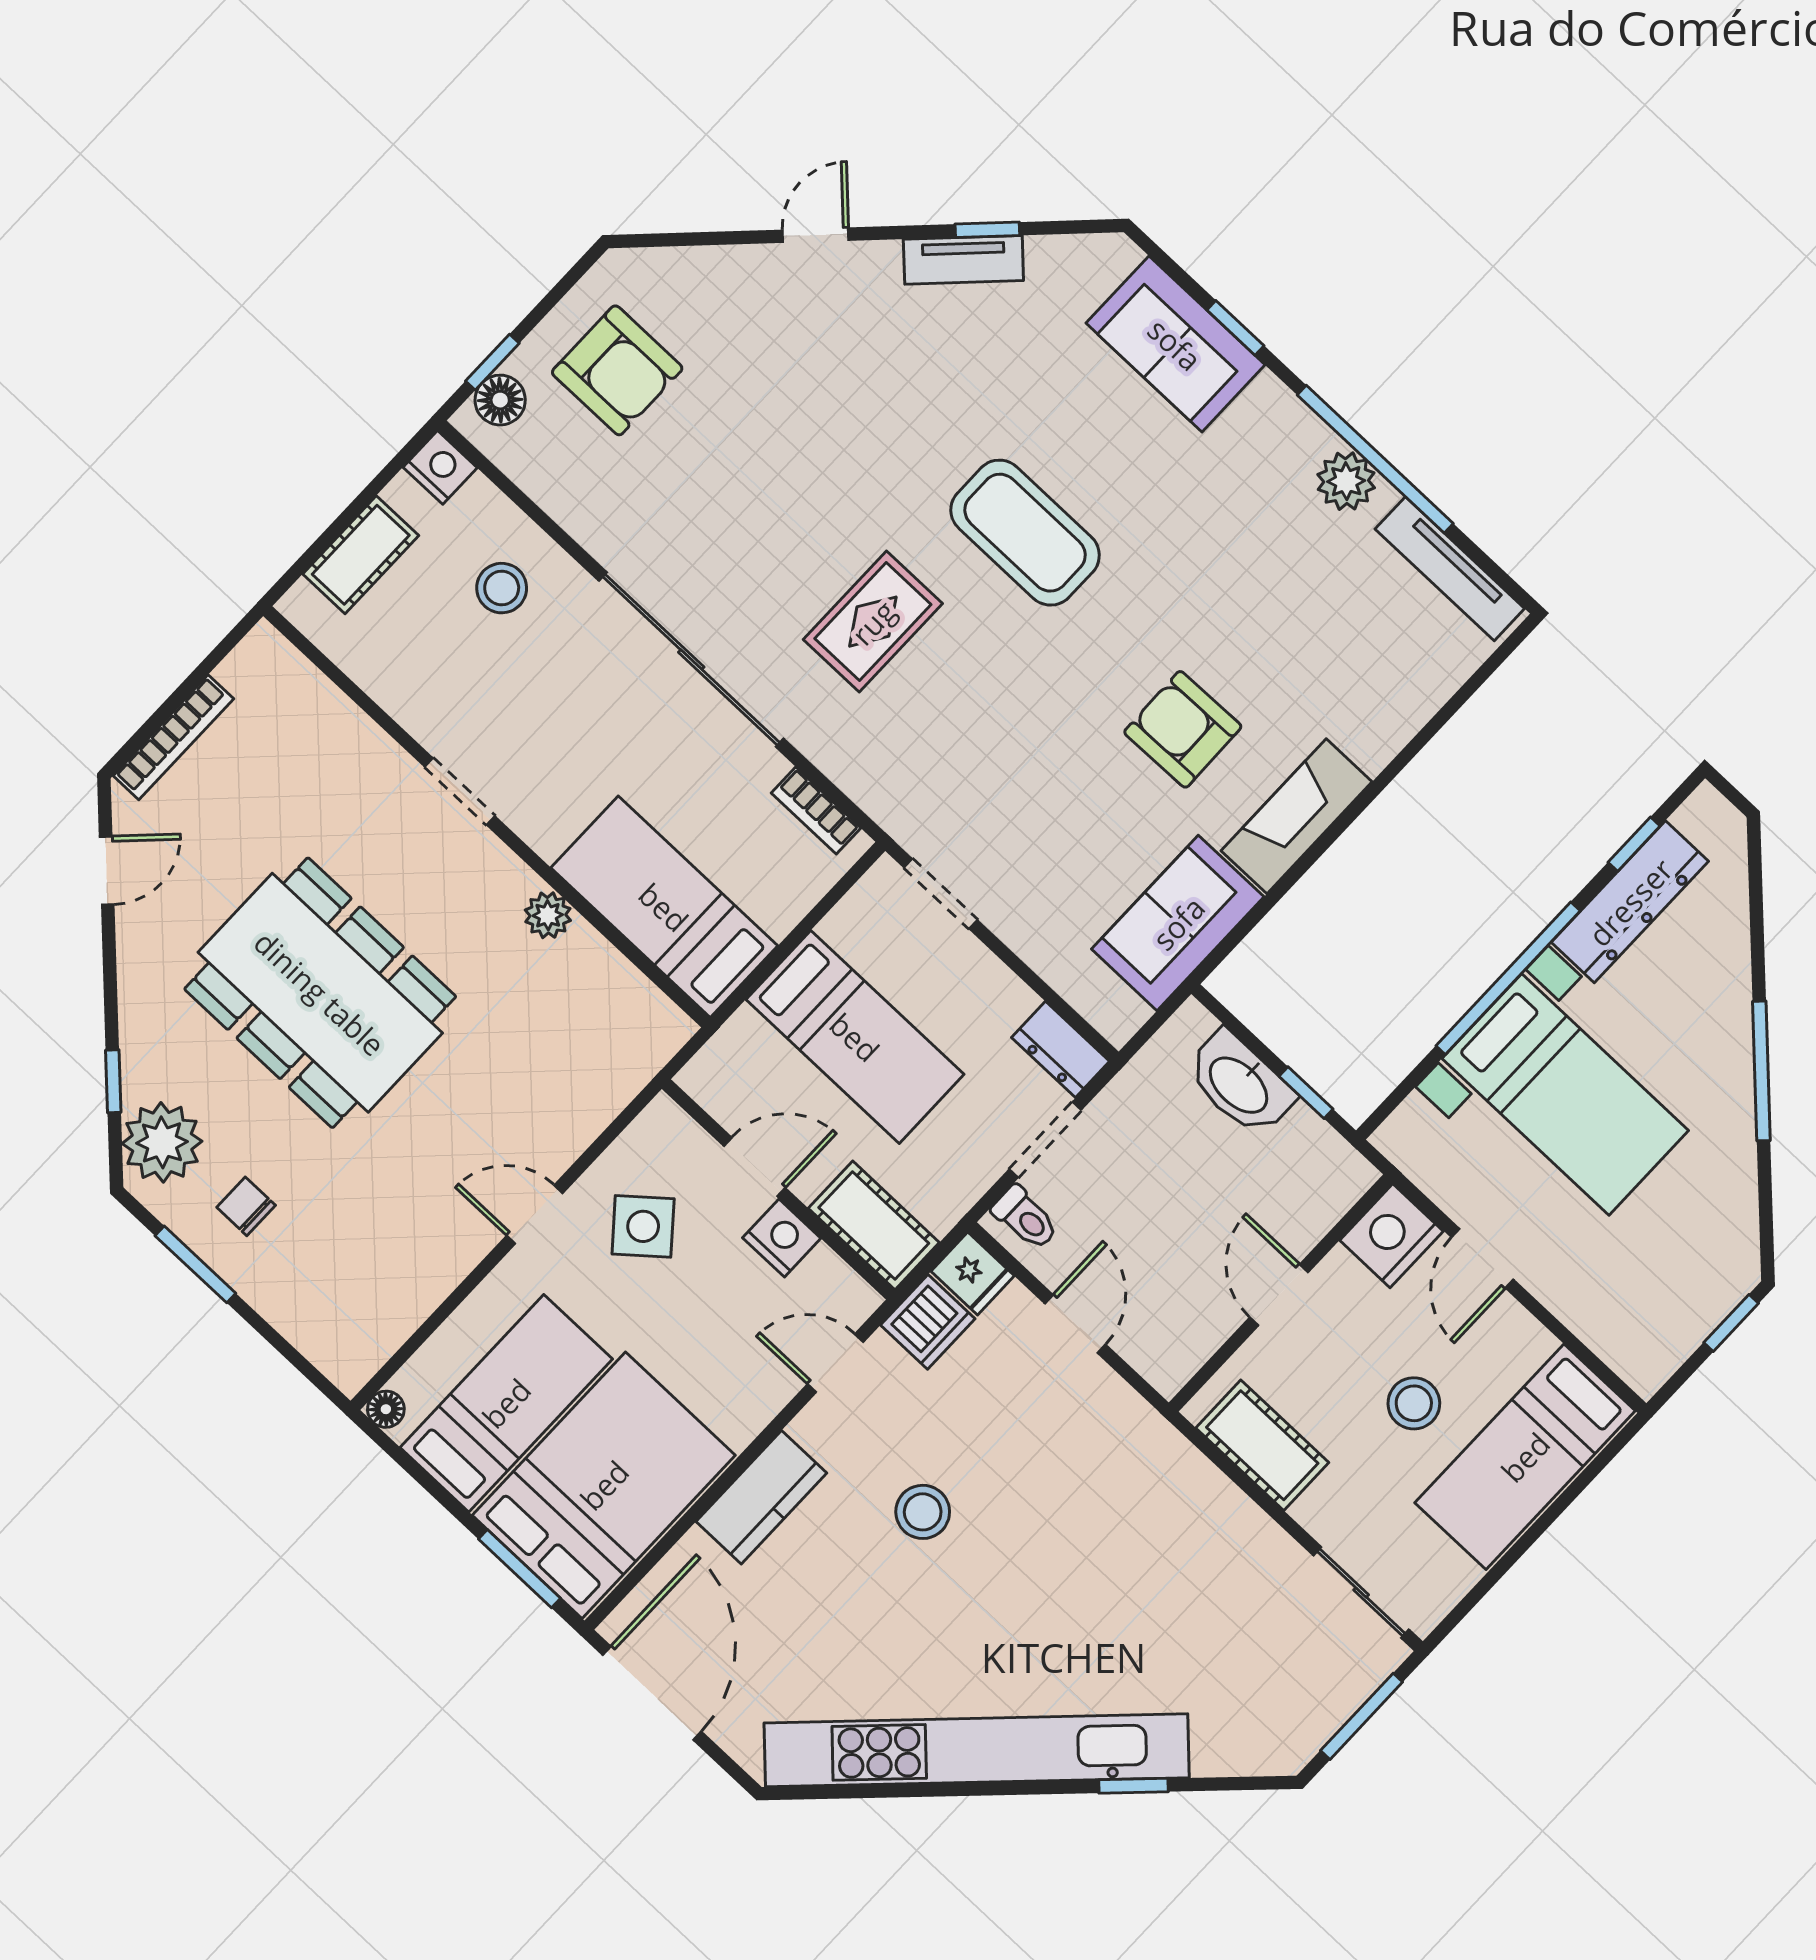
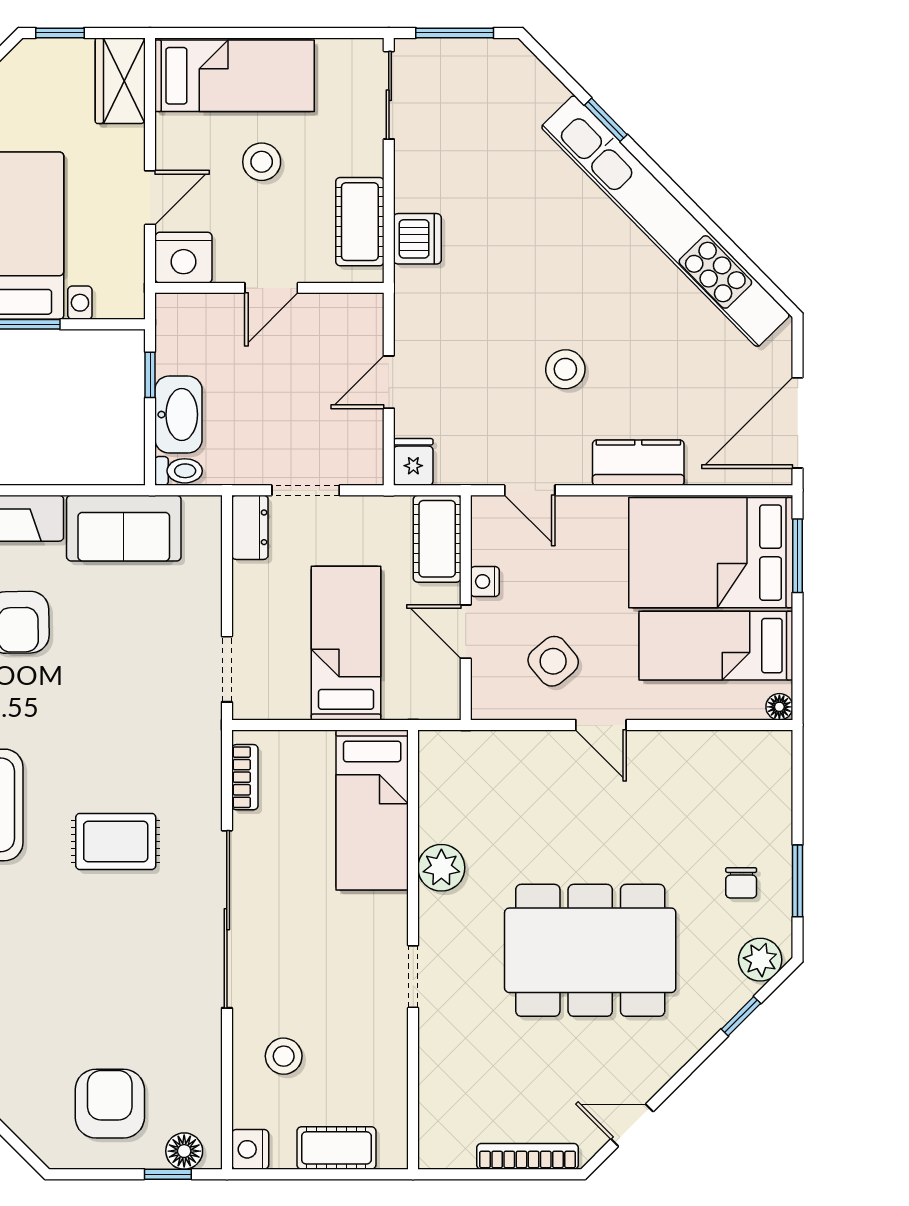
plant: (548, 915) -> (441, 868), width x1.38, depth x1.38
dining table: (320, 993) -> (590, 950), turned 90
plant: (162, 1142) -> (760, 960), width x0.73, depth x0.73
toilet: (1025, 1218) -> (179, 471), moved, turned 90
nightstand: (782, 1238) -> (485, 582), width x0.72, depth x0.74
dishwasher: (928, 1322) -> (417, 239), moved, turned 90
wardrobe: (1627, 1338) -> (120, 81), added

